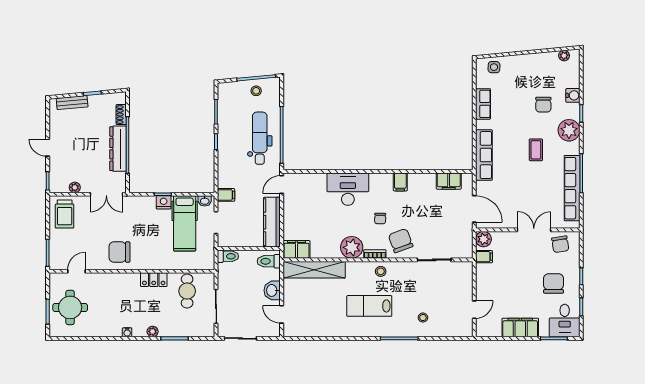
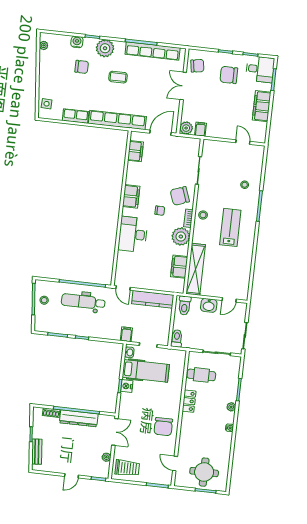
row of seats: (484, 155) -> (117, 120), width x1.36
filing cabinet: (400, 182) -> (131, 196), width x2.00
filing cabinet: (297, 249) -> (179, 267), moved
lab bench: (369, 306) -> (230, 227), turned 180

